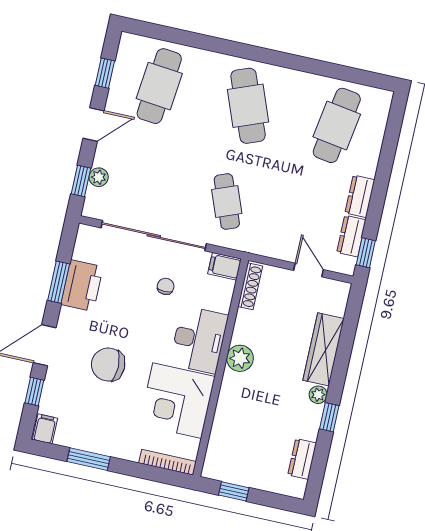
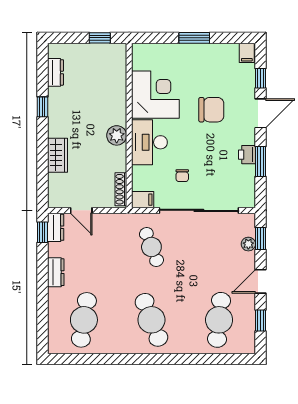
dresser: (351, 236) -> (56, 227), moved
printer: (82, 286) -> (247, 155), width x0.53, depth x0.68
wardrobe: (324, 349) -> (58, 155), width x0.67
plant: (318, 395) -> (54, 122), removed
window: (89, 459) -> (194, 38), moved
bookcase: (168, 462) -> (152, 48), removed

